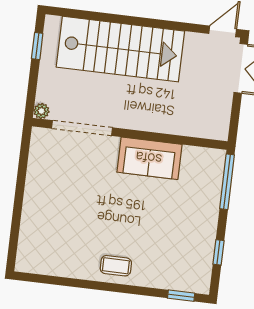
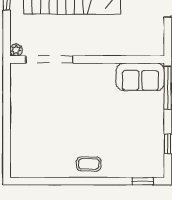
sofa: (149, 158) -> (140, 77), moved

